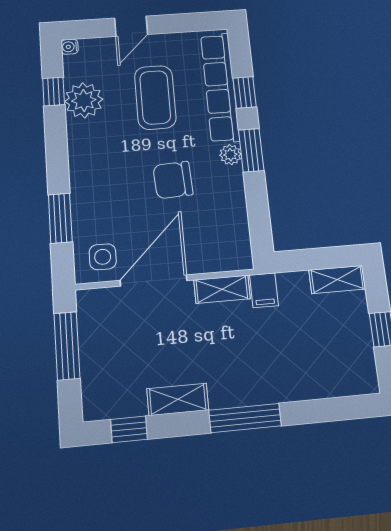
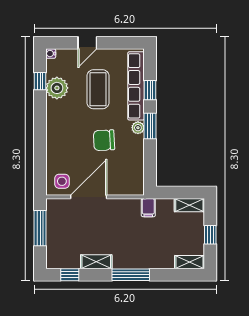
window: (60, 218) -> (40, 157), removed
shelving: (222, 289) -> (190, 262), moved

